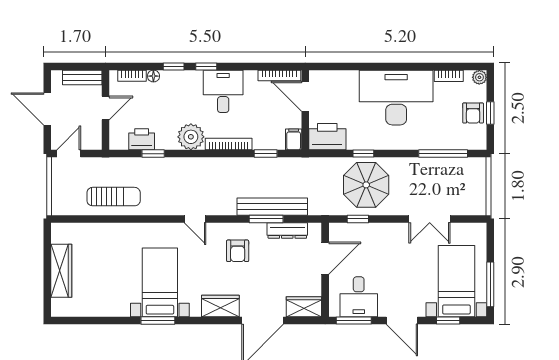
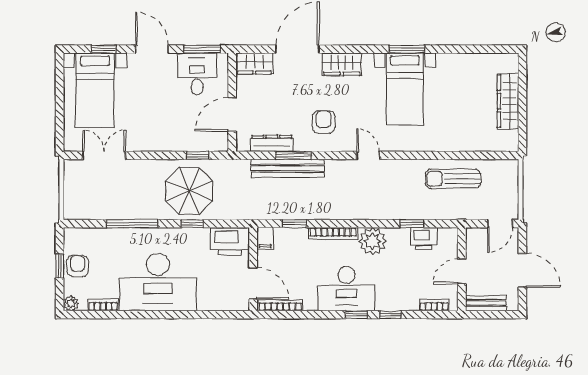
floor lamp: (153, 76) -> (412, 305), removed
desk: (223, 91) -> (346, 289), width x1.37
window: (443, 154) -> (132, 224), moved
double door: (430, 219) -> (104, 155), moved
window: (490, 284) -> (60, 87), removed

